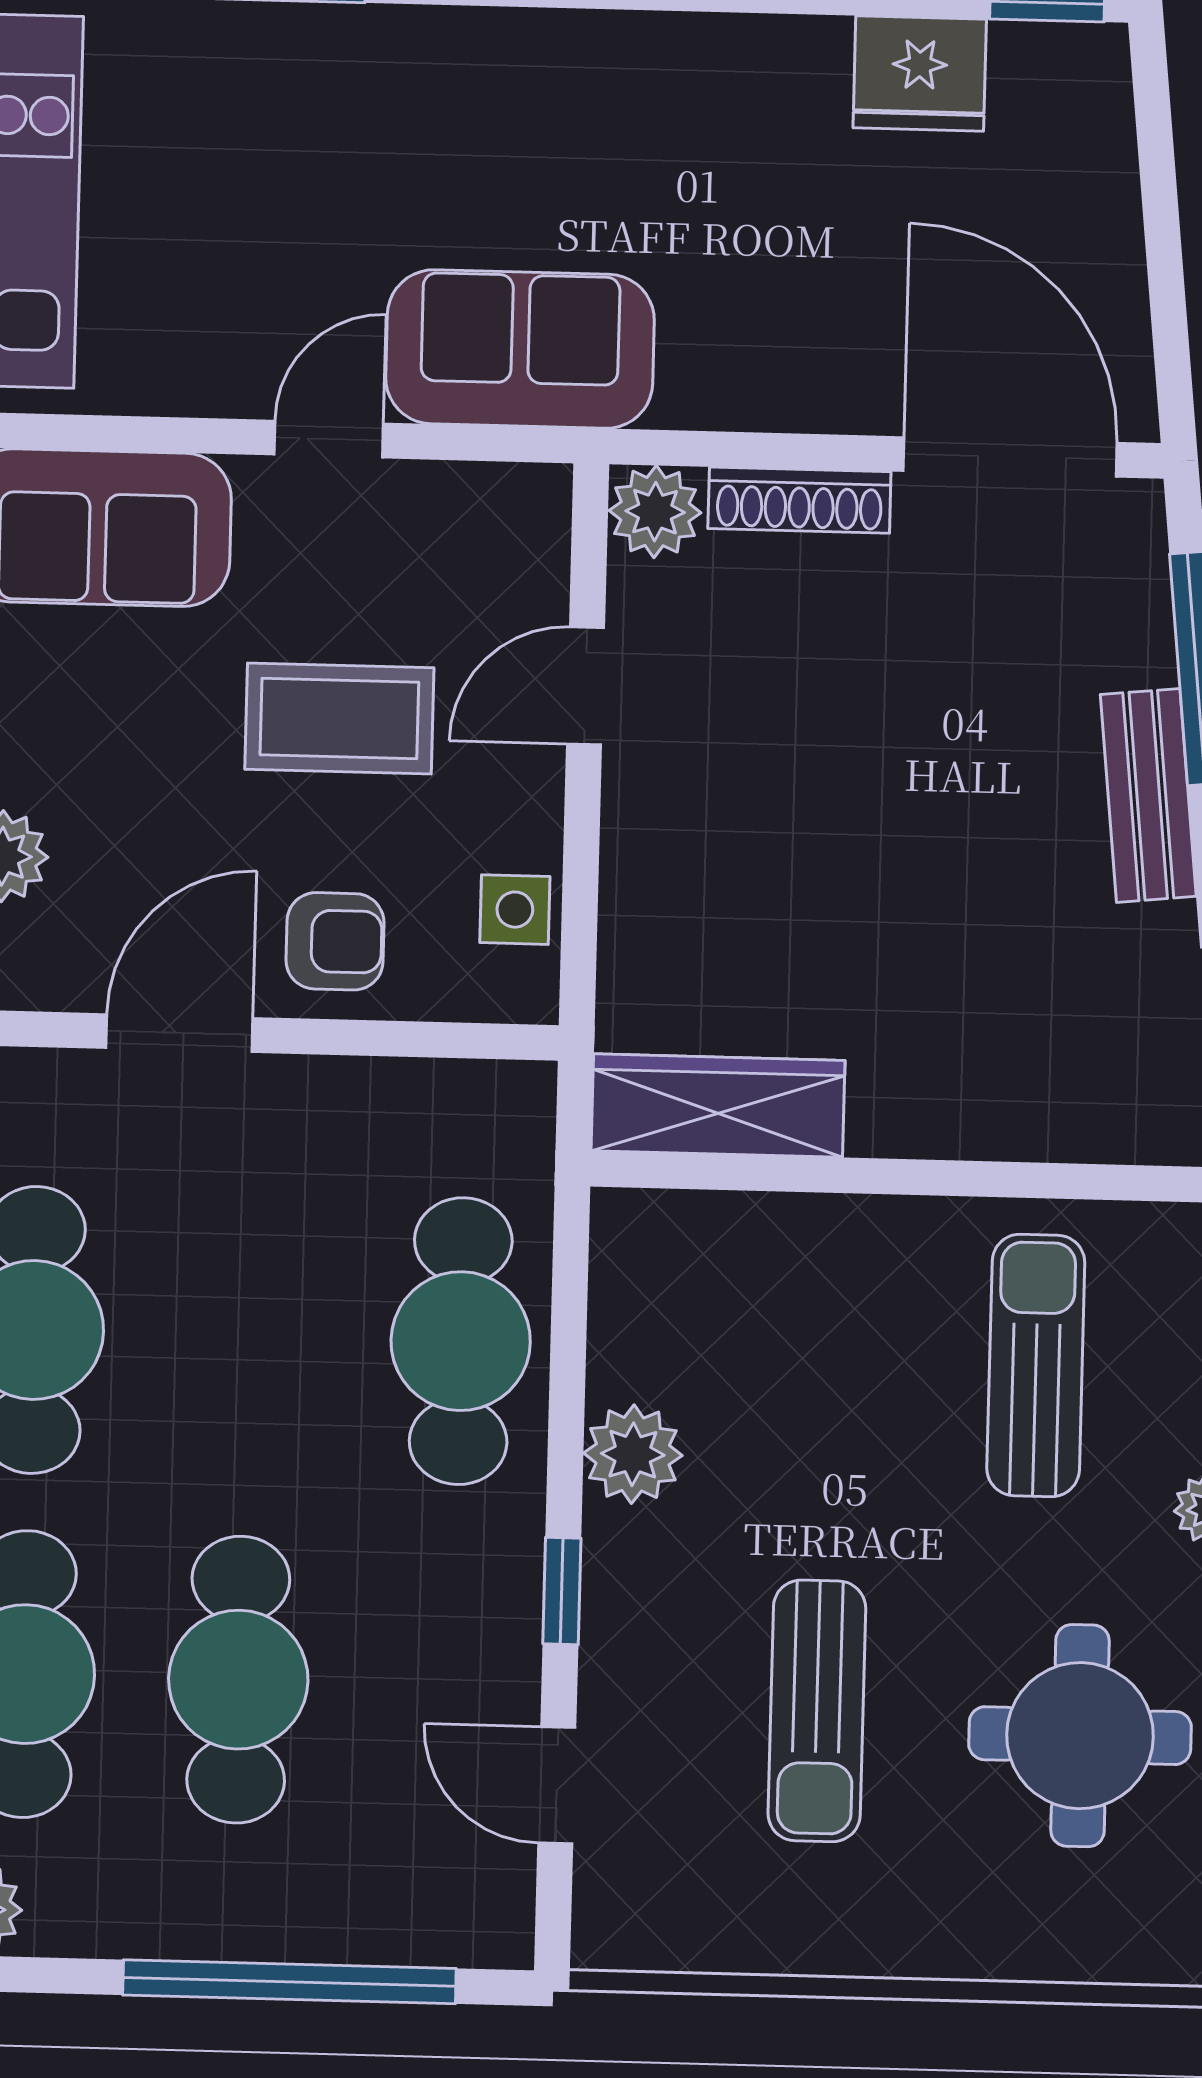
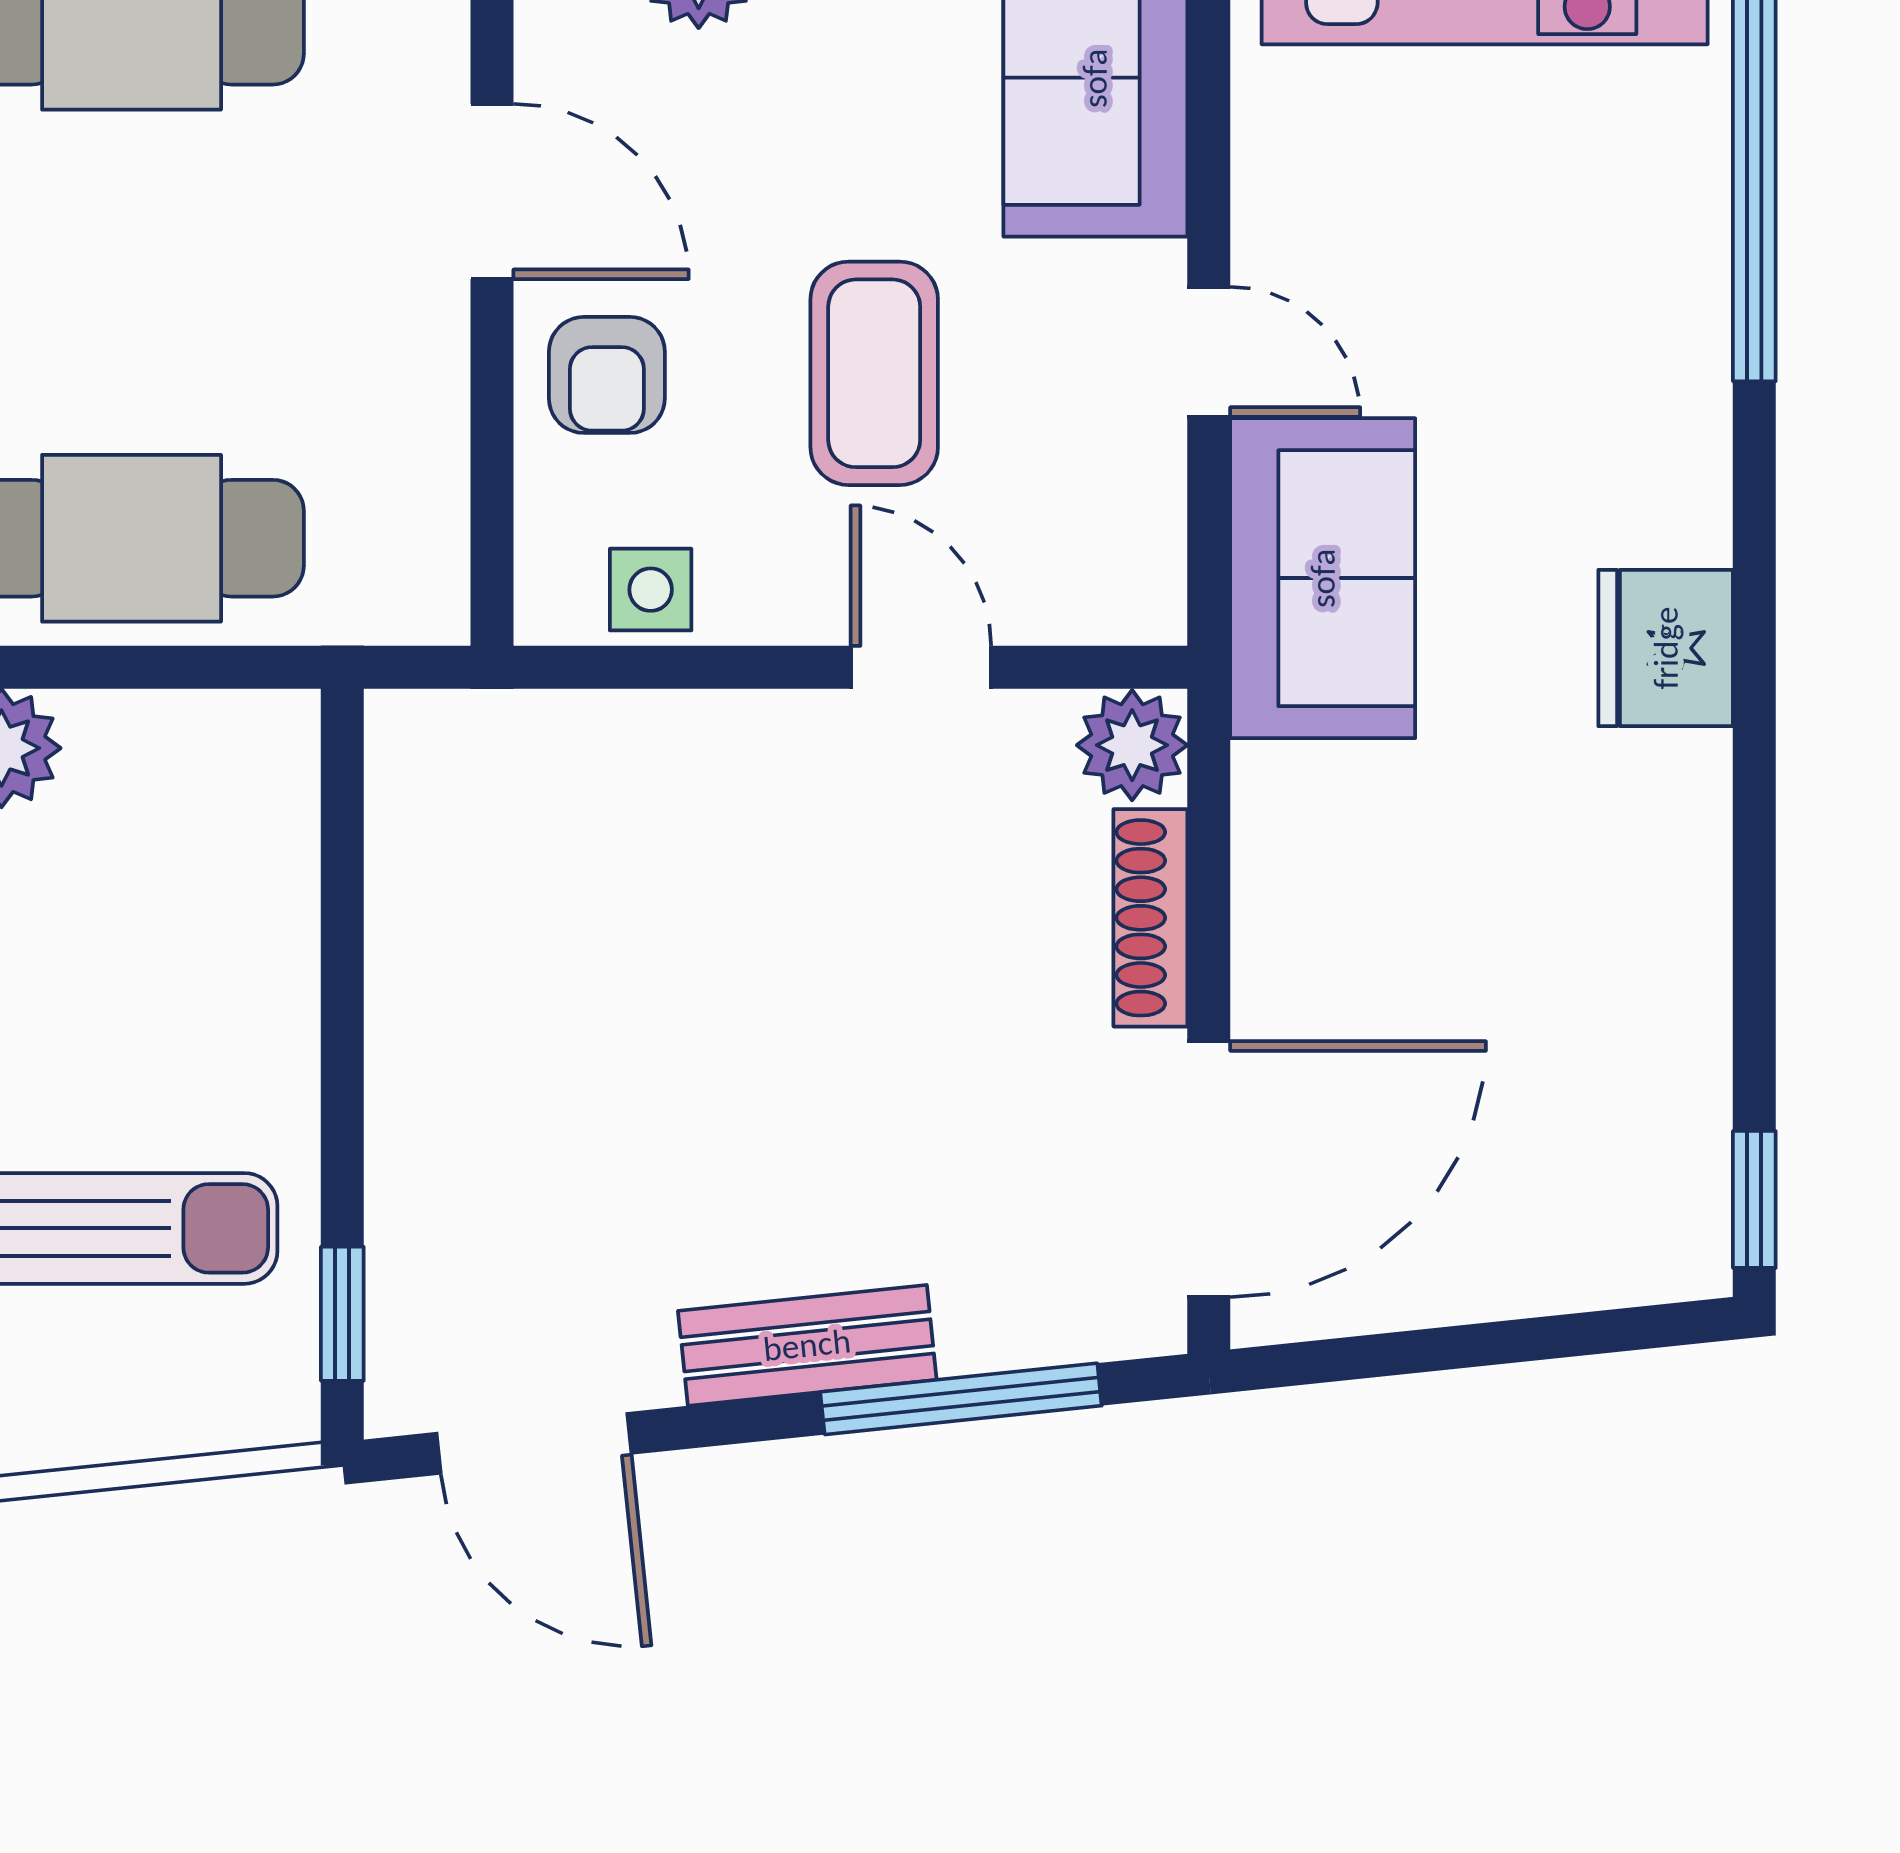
fridge: (920, 73) -> (1666, 648), moved
wardrobe: (718, 1106) -> (422, 839), removed
window: (1112, 1182) -> (342, 1314), added

